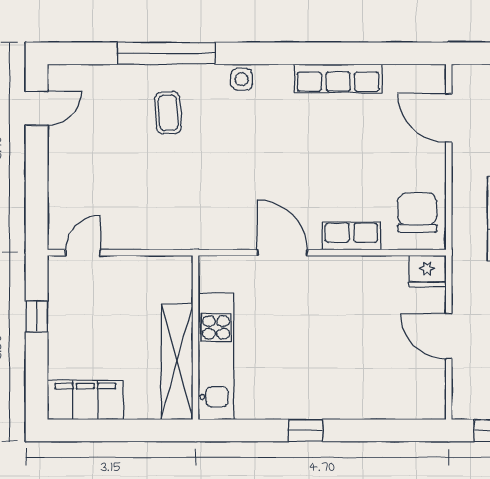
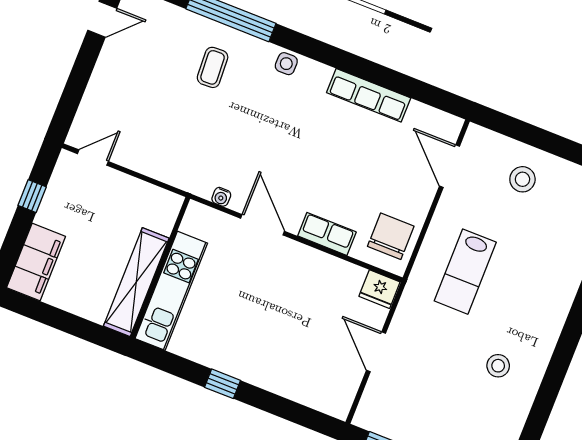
water cooler: (229, 241) -> (221, 197), added
filing cabinet: (85, 400) -> (36, 262), moved, turned 90

